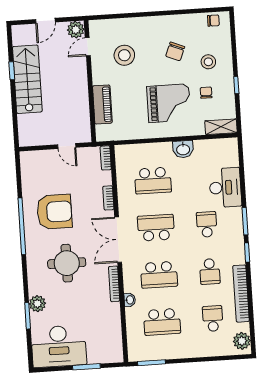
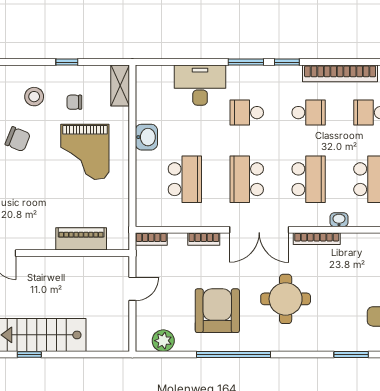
stool: (124, 55) -> (18, 206), removed
grand piano: (169, 103) -> (85, 152), turned 180
plant: (37, 304) -> (163, 341), moved

